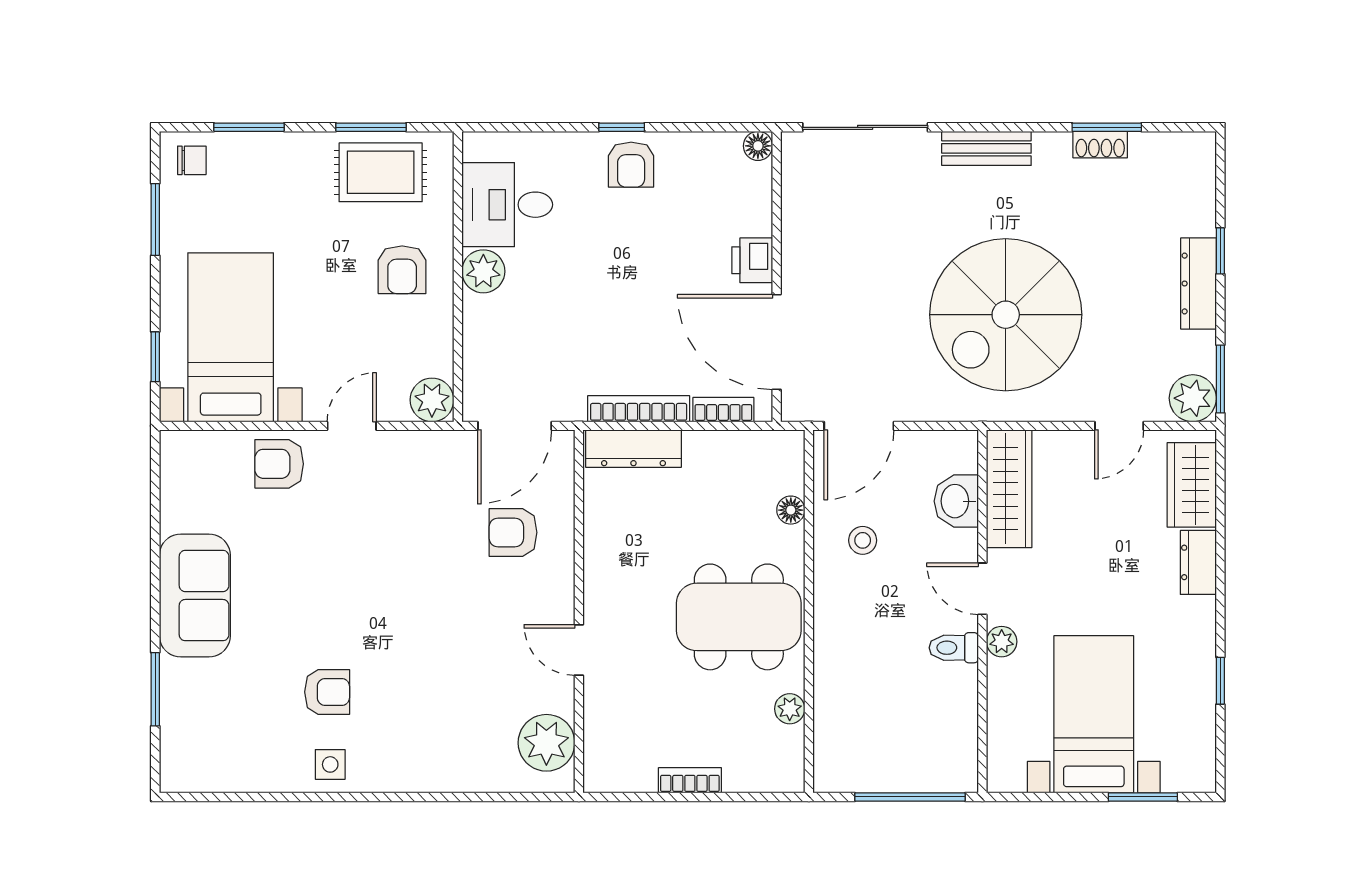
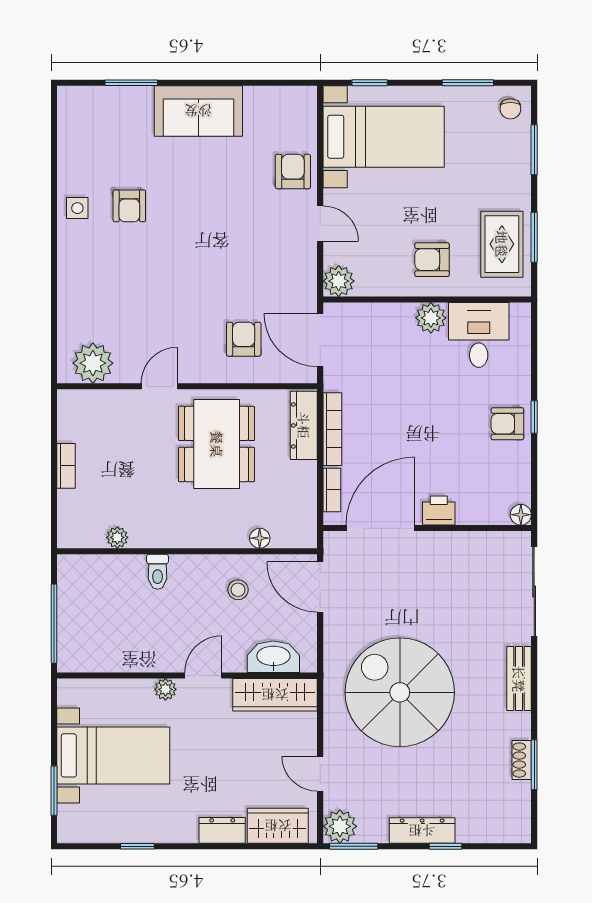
washbasin: (956, 501) -> (273, 657), width x1.38
dining table: (739, 617) -> (217, 444), moved
toilet: (954, 648) -> (158, 572), moved, turned 180

